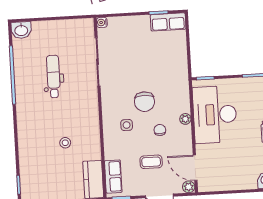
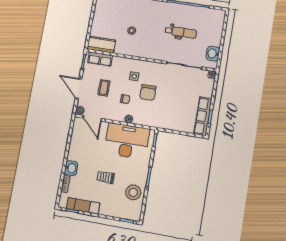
row of seats: (168, 22) -> (203, 116), width x1.48
washbasin: (21, 30) -> (213, 54), moved
chair: (144, 102) -> (148, 93), turned -90
door: (195, 168) -> (92, 118), swing flipped

